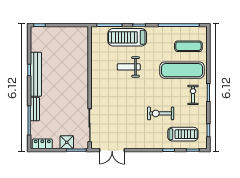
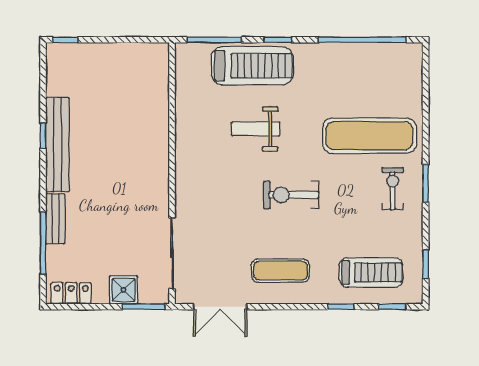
treadmill: (127, 37) -> (252, 66), turned 180
exercise mat: (188, 46) -> (281, 271), moved
exercise bike: (161, 113) -> (291, 195), moved

